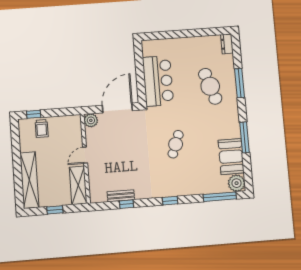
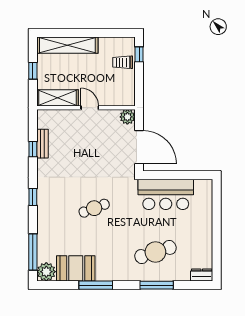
cafe table: (176, 144) -> (94, 208), turned -42

